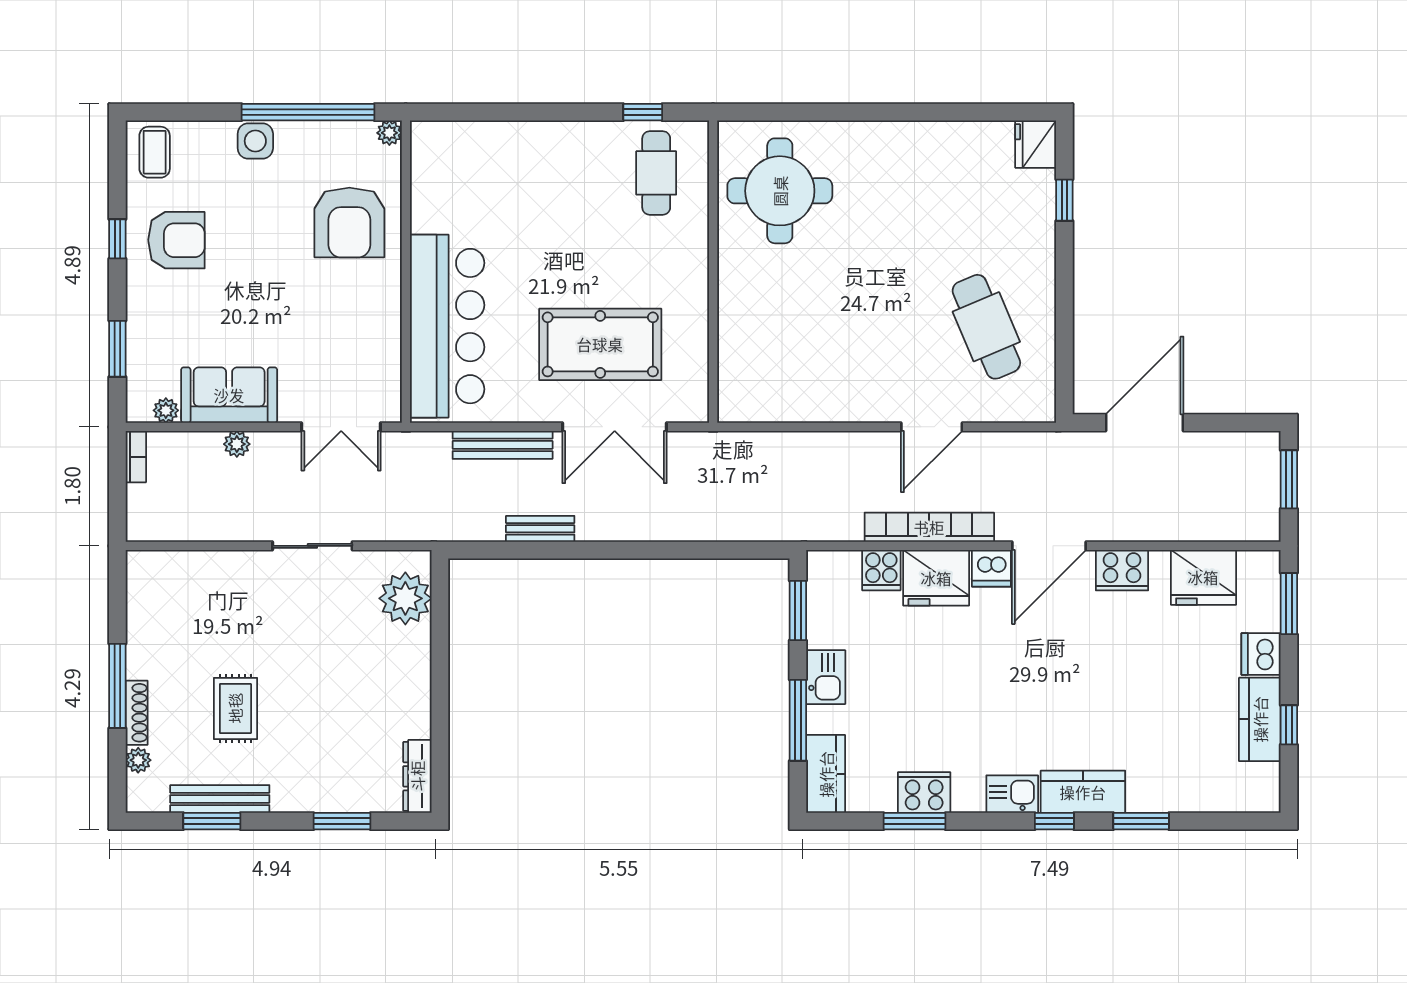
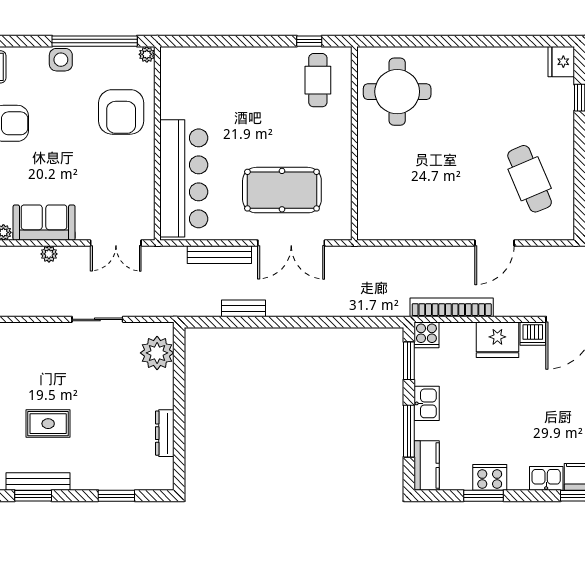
bookcase: (929, 527) -> (452, 307), moved
cooker: (881, 570) -> (426, 335), moved
rug: (235, 708) -> (48, 424), turned 90
dresser: (417, 776) -> (165, 433), moved

